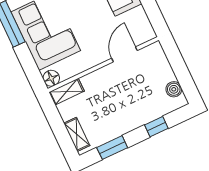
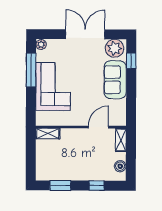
floor lamp: (51, 78) -> (42, 120), removed
shelving: (77, 134) -> (121, 140), moved

